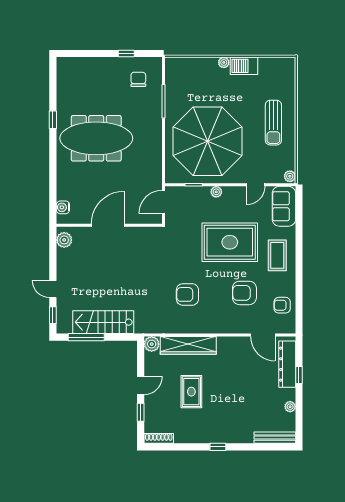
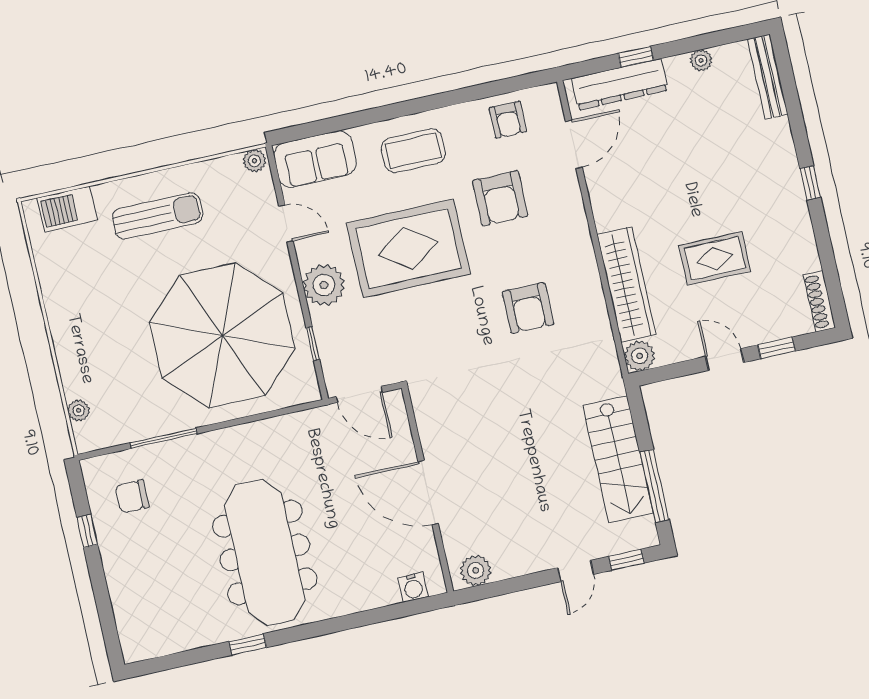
plant: (224, 62) -> (79, 410), moved
barbecue: (244, 66) -> (67, 209), moved, turned 90
plant: (216, 192) -> (324, 285), width x1.88, depth x1.88
rug: (230, 242) -> (408, 249), turned 90

